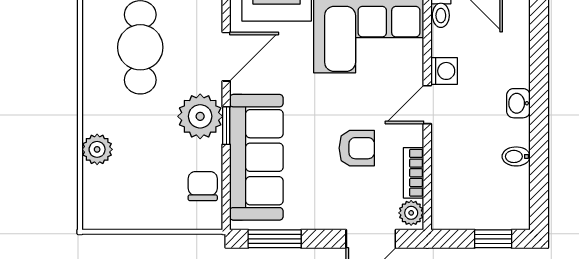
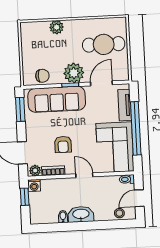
stool: (515, 31) -> (119, 213), added
door: (226, 57) -> (101, 83), swing flipped
washing machine: (444, 71) -> (34, 185), moved
washbasin: (518, 103) -> (81, 214), width x1.91, depth x1.45
window: (493, 239) -> (25, 197), moved

